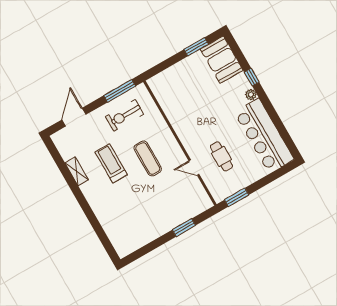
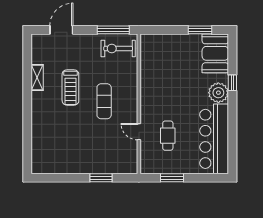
plant: (251, 95) -> (218, 93), width x1.88, depth x1.88
exercise bike: (124, 115) -> (118, 49), moved
treadmill: (111, 163) -> (70, 87), turned 180
window: (237, 197) -> (172, 178), moved

